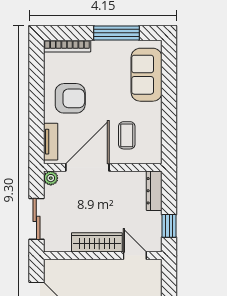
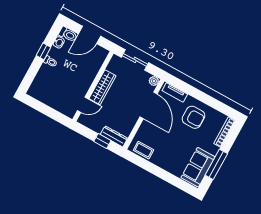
sofa: (147, 75) -> (198, 167), moved, turned -90
armchair: (70, 98) -> (193, 117), turned -90
coffee table: (127, 135) -> (143, 150), moved
window: (169, 226) -> (102, 141), moved

